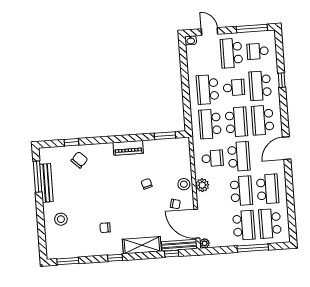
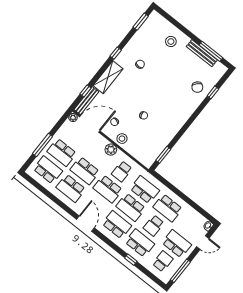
school desk: (208, 89) -> (168, 208), turned 180
piano: (128, 148) -> (177, 125), removed

